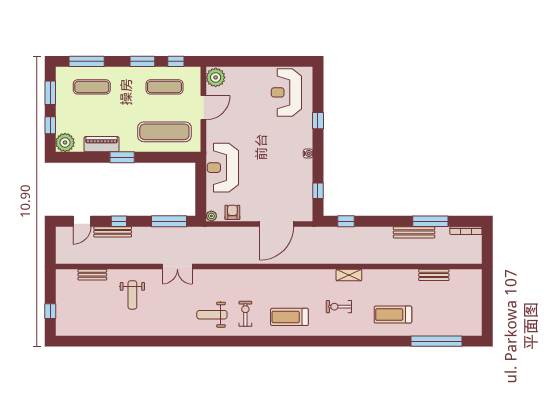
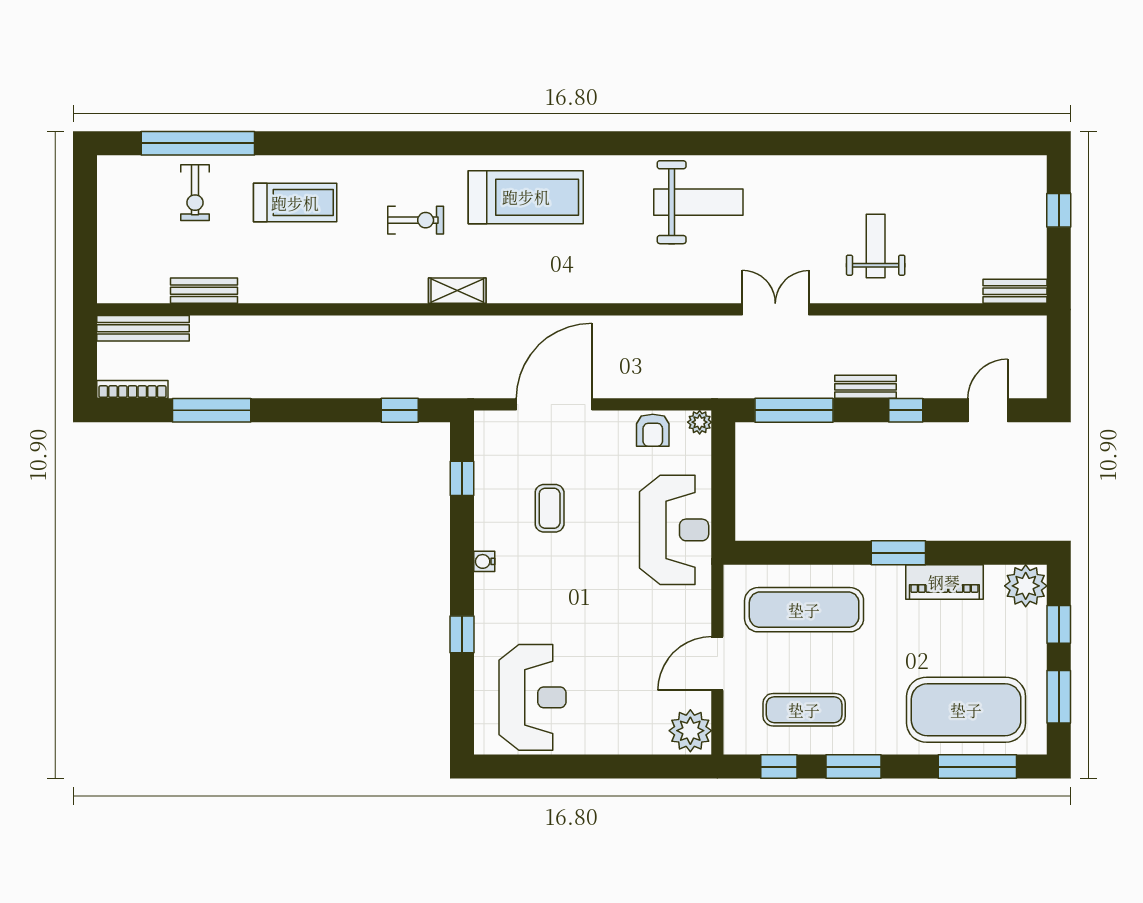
exercise mat: (92, 87) -> (966, 710), width x2.00, depth x1.45
coffee table: (279, 177) -> (550, 508), added
bench: (113, 232) -> (865, 387), moved, width x0.73
bench: (414, 232) -> (143, 328), moved
bench: (92, 275) -> (1015, 291), moved
shelving: (349, 275) -> (457, 291), moved
exercise bike: (245, 314) -> (195, 193), moved
weight bench: (212, 315) -> (698, 202), width x1.36, depth x1.33
treadmill: (289, 317) -> (526, 197), width x1.37, depth x1.37

